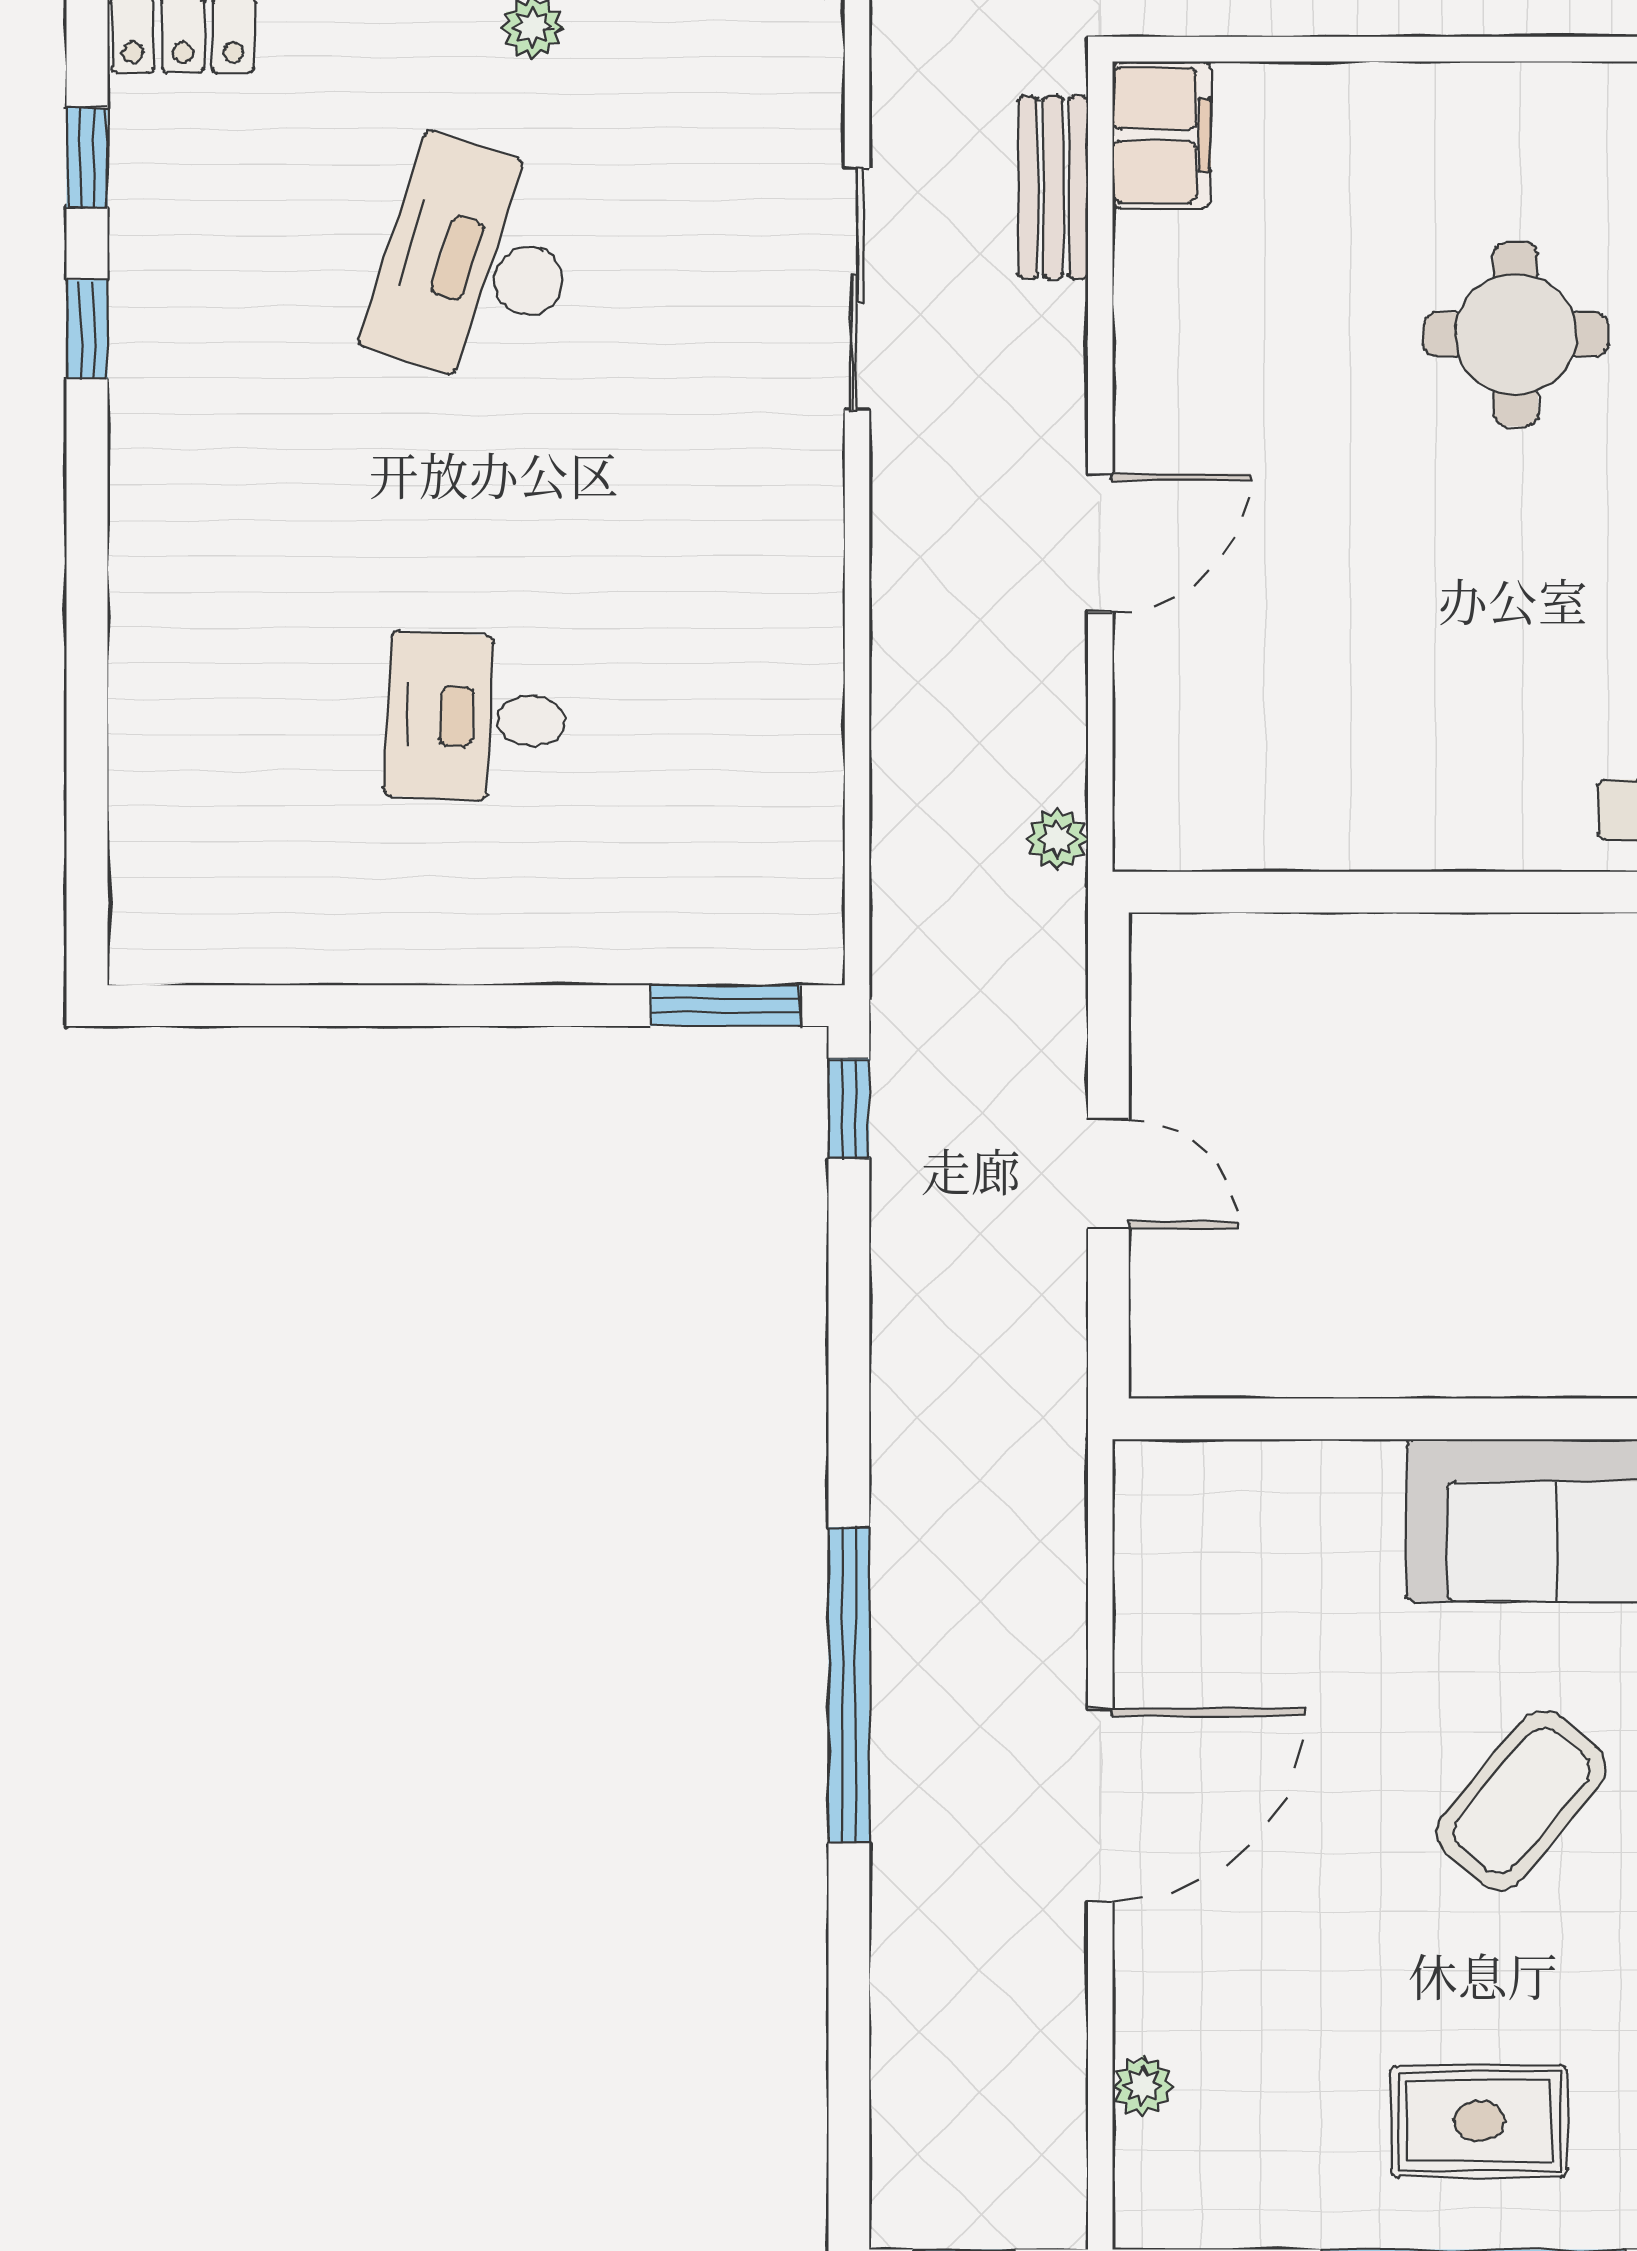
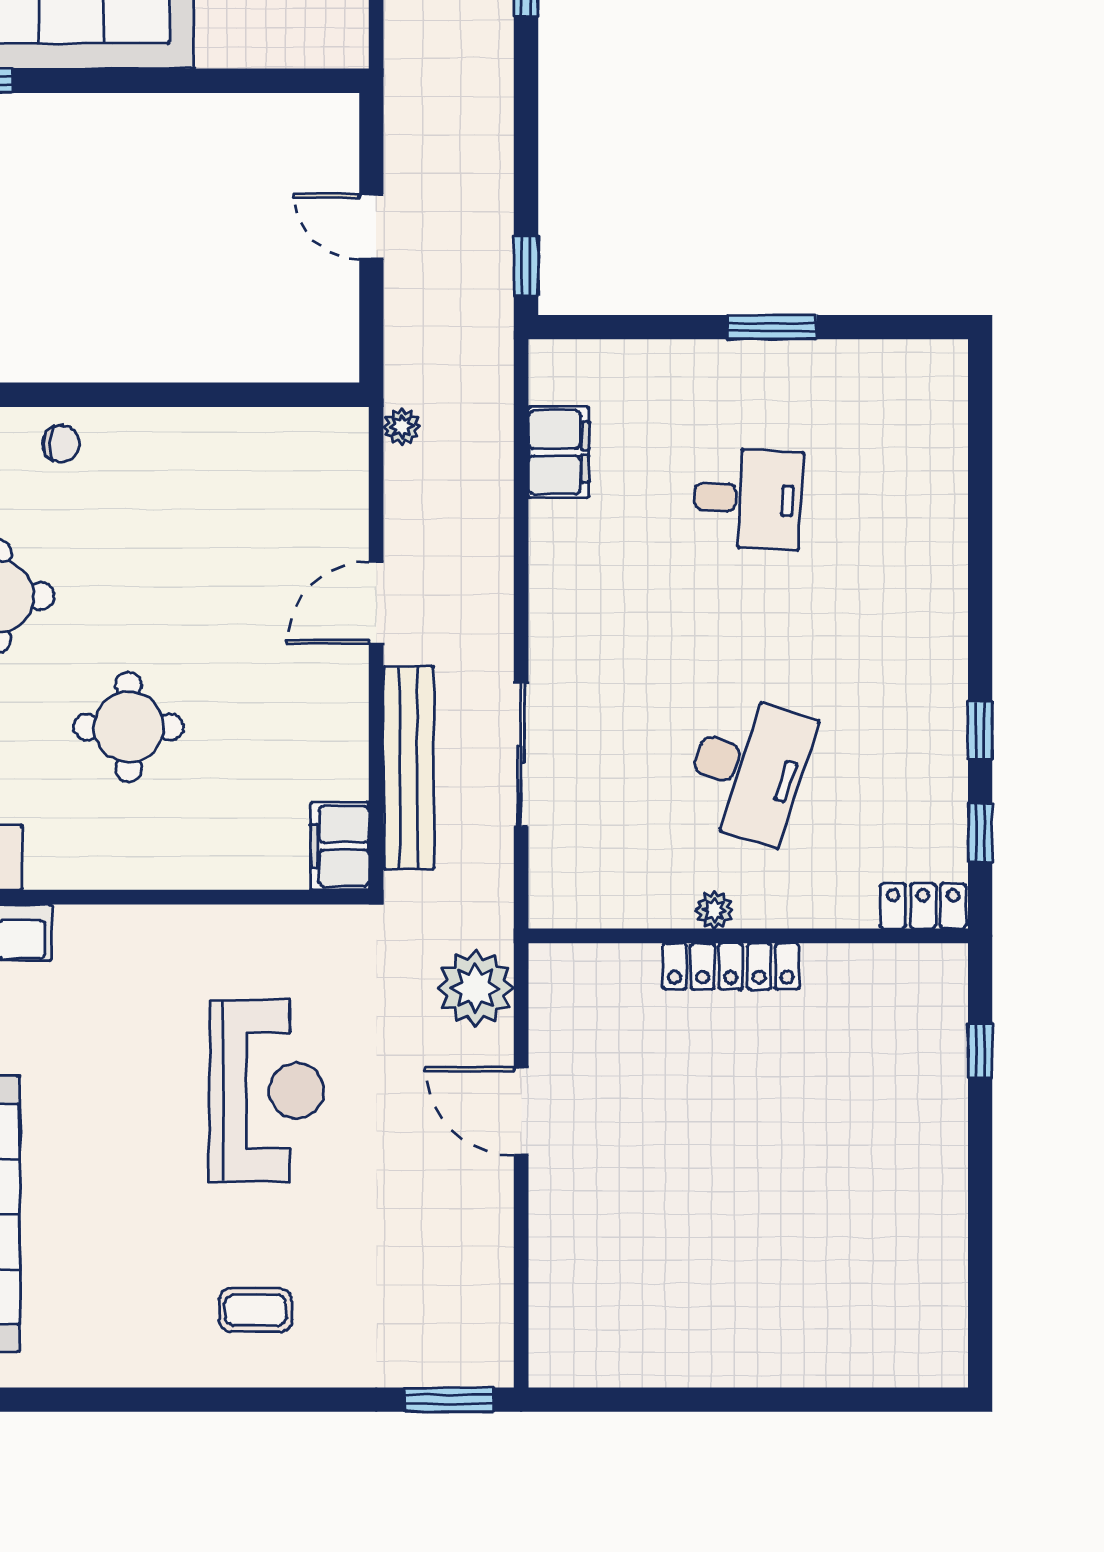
bench: (1053, 187) -> (409, 768), width x1.86, depth x1.21
filing cabinet: (794, 796) -> (559, 452), added
window: (725, 1006) -> (772, 327), moved

